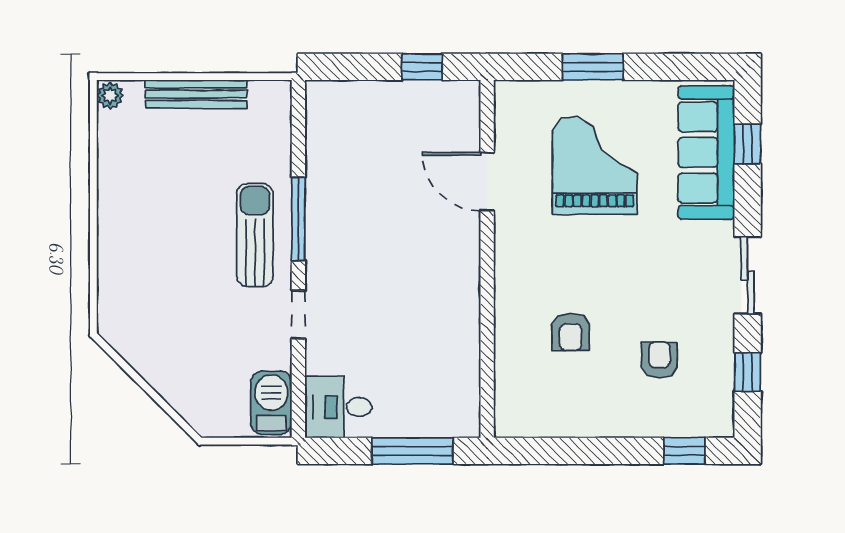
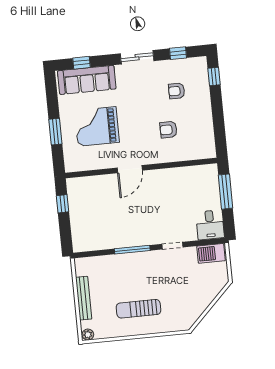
door: (487, 181) -> (130, 169), moved
sun lounger: (255, 235) -> (139, 309), moved
armchair: (571, 332) -> (168, 130), turned 180

